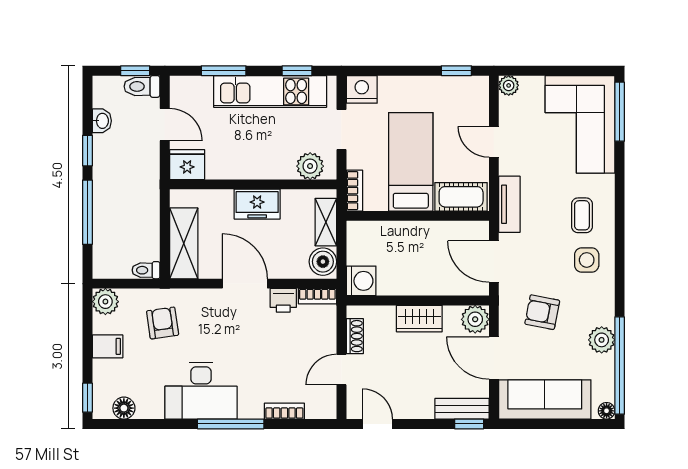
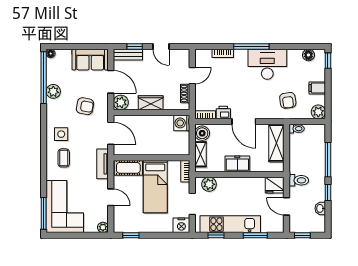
toilet: (142, 86) -> (299, 180), moved
sofa: (545, 399) -> (90, 60), width x0.73
door: (377, 424) -> (161, 47), moved
window: (469, 424) -> (135, 47), moved

